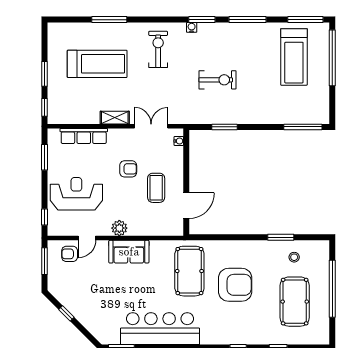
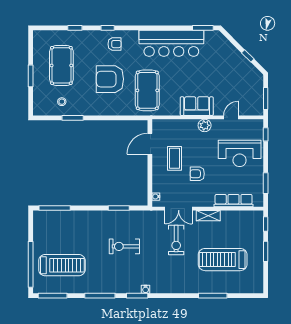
exercise bike: (158, 49) -> (176, 240), moved
treadmill: (294, 57) -> (62, 265), turned 90
armchair: (70, 254) -> (115, 44), moved
window: (332, 289) -> (31, 76), width x0.47

